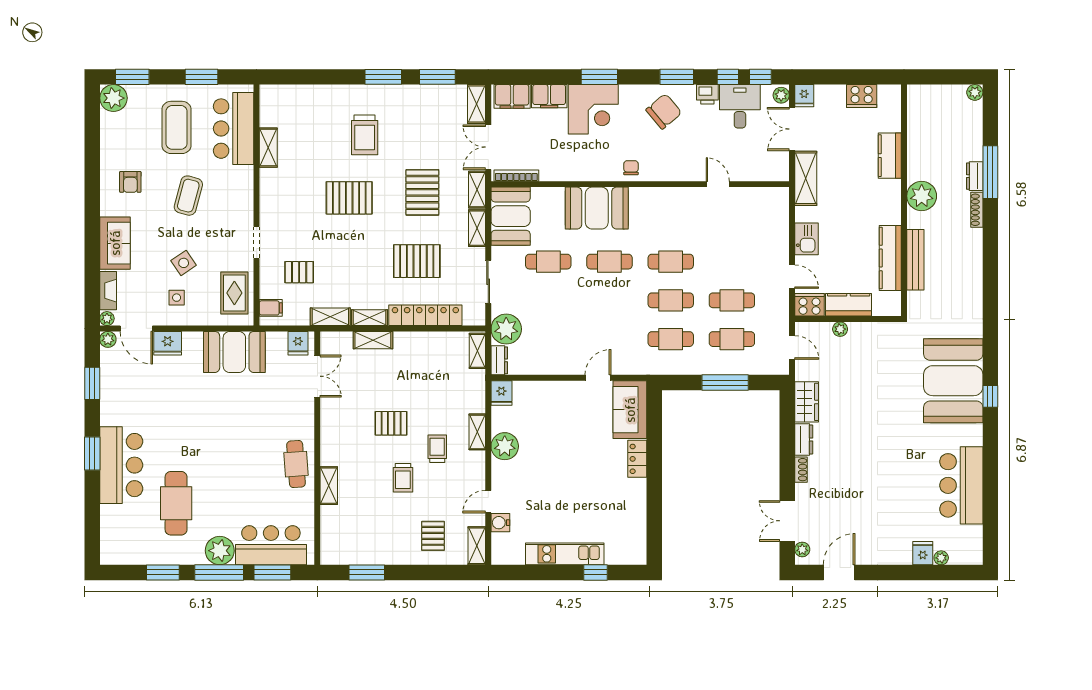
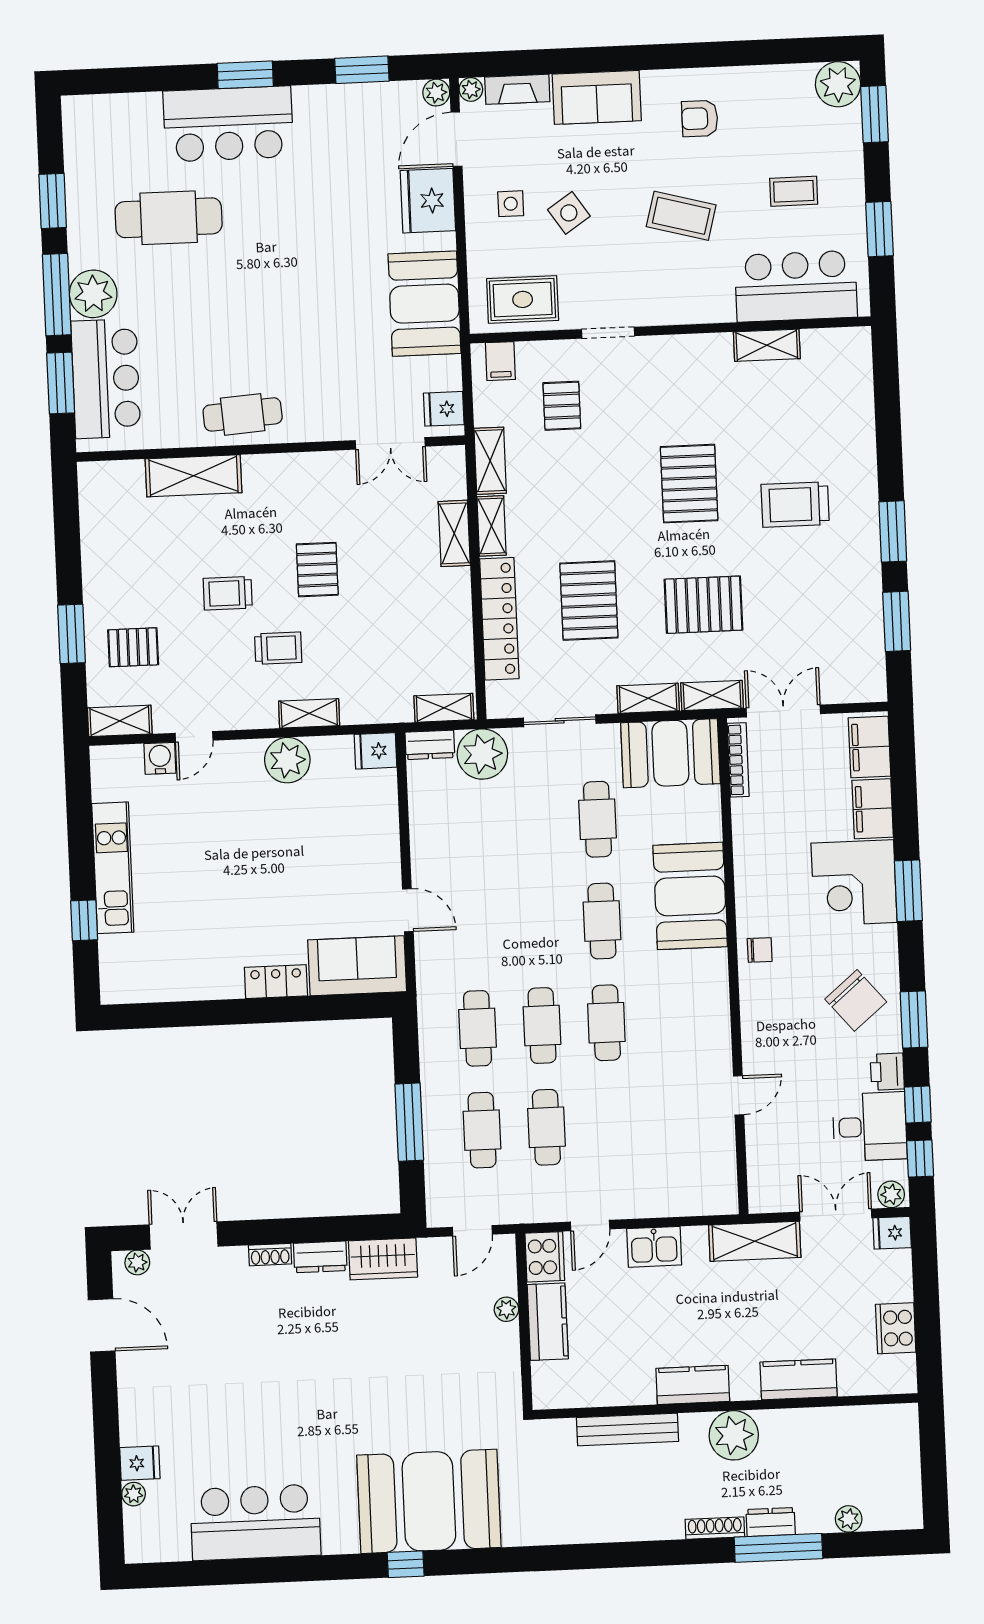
plant: (975, 92) -> (849, 1519), moved
shelving: (477, 104) -> (854, 688), removed
coffee table: (177, 127) -> (794, 191), width x0.54, depth x0.58
kitchen counter: (890, 258) -> (693, 1385), moved, width x0.67
fridge: (168, 343) -> (428, 201), width x1.36, depth x1.34
shelving: (329, 486) -> (193, 476), width x1.50, depth x1.33
door: (488, 502) -> (194, 737), swing flipped
window: (367, 572) -> (72, 634), moved

